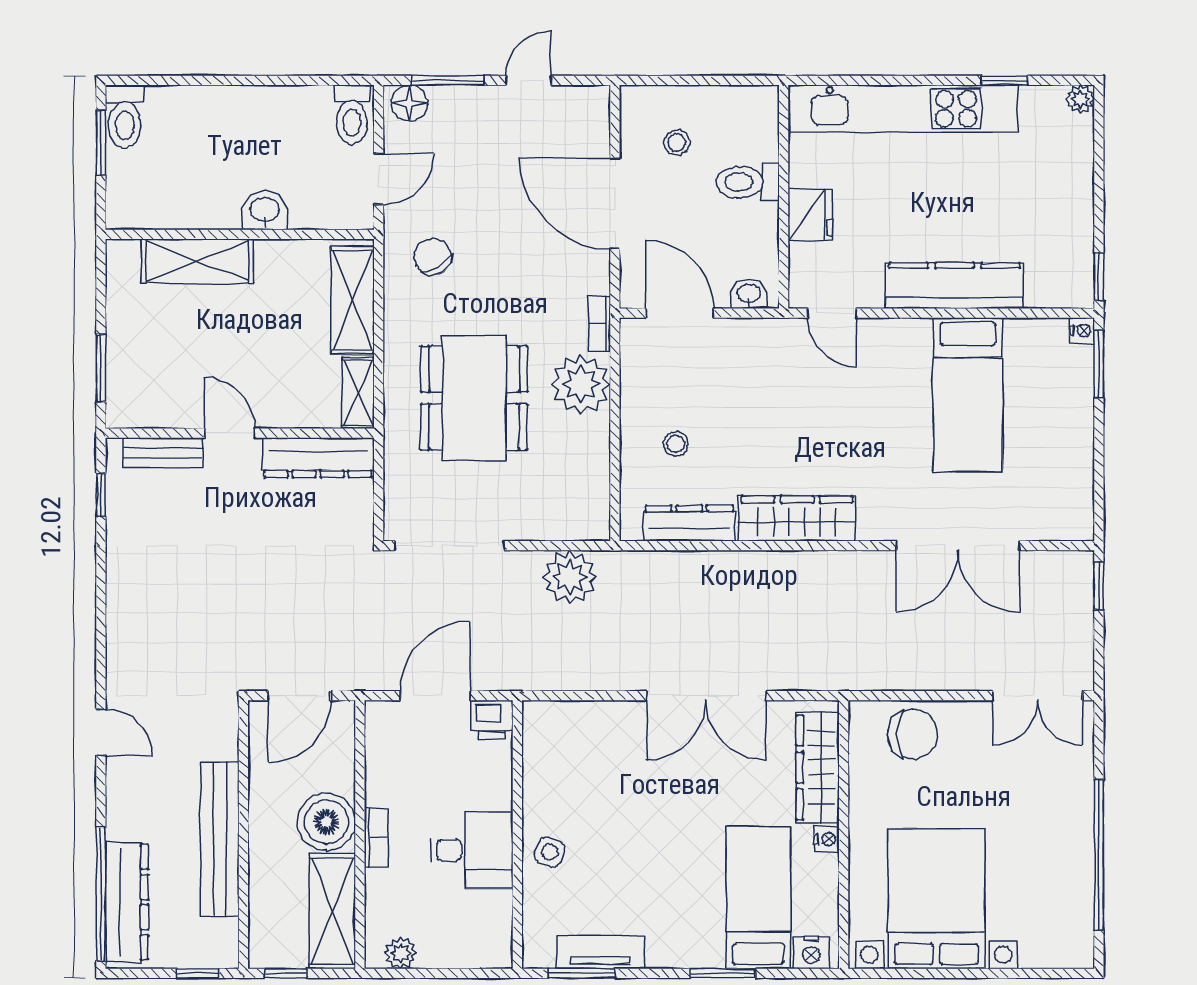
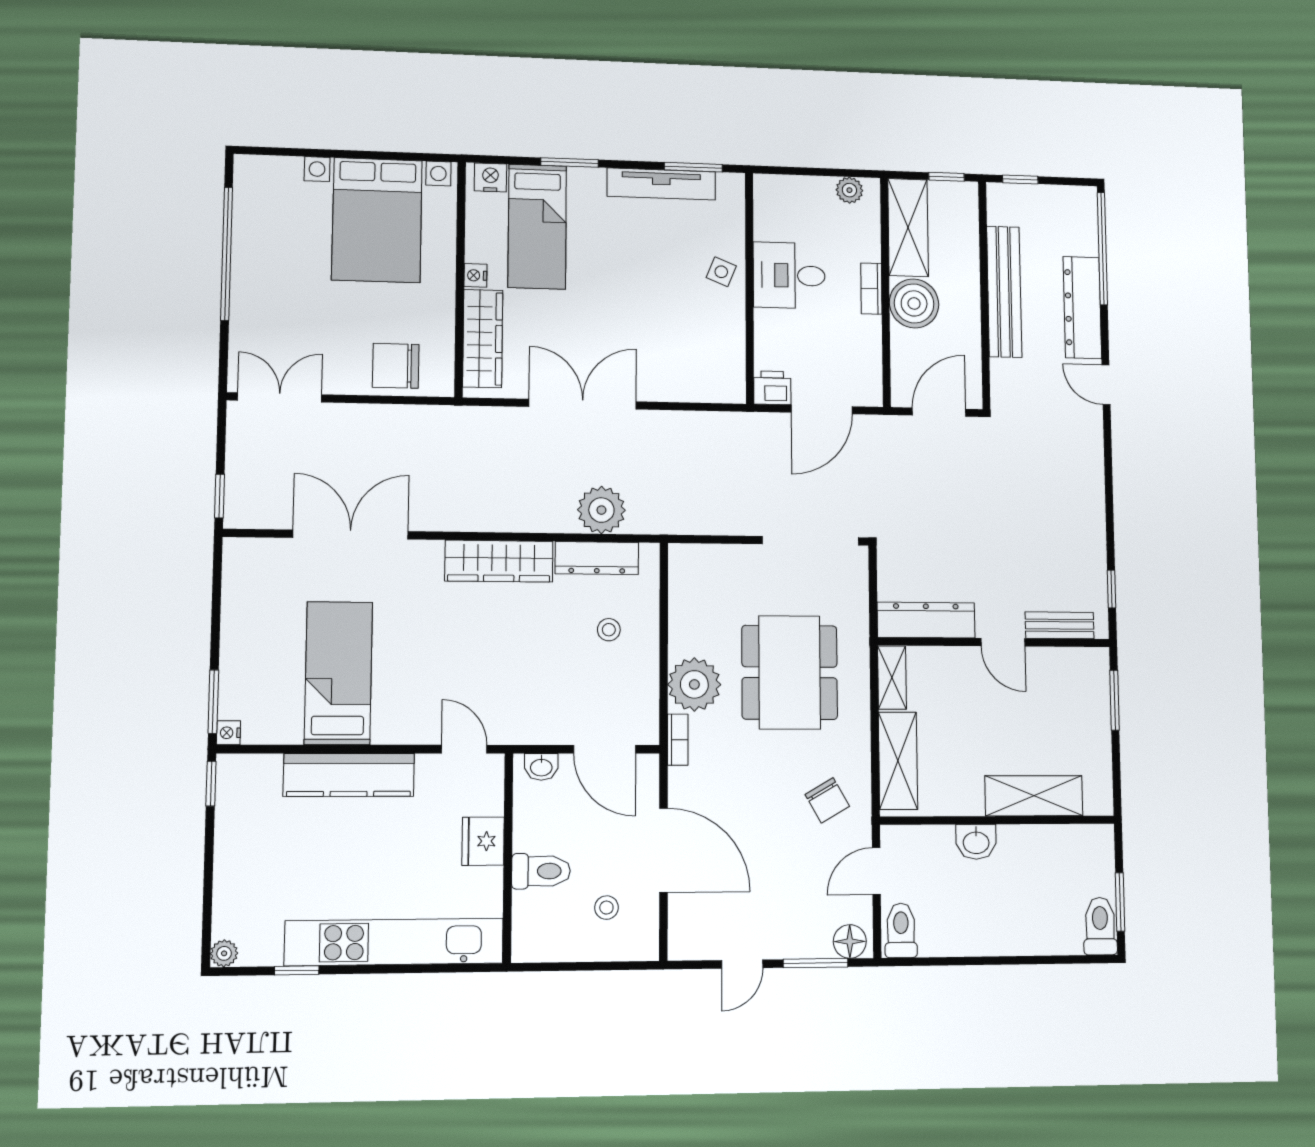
plant: (570, 577) -> (601, 510), moved
dresser: (127, 902) -> (1082, 308), moved
tv unit: (600, 952) -> (661, 184), width x1.41

